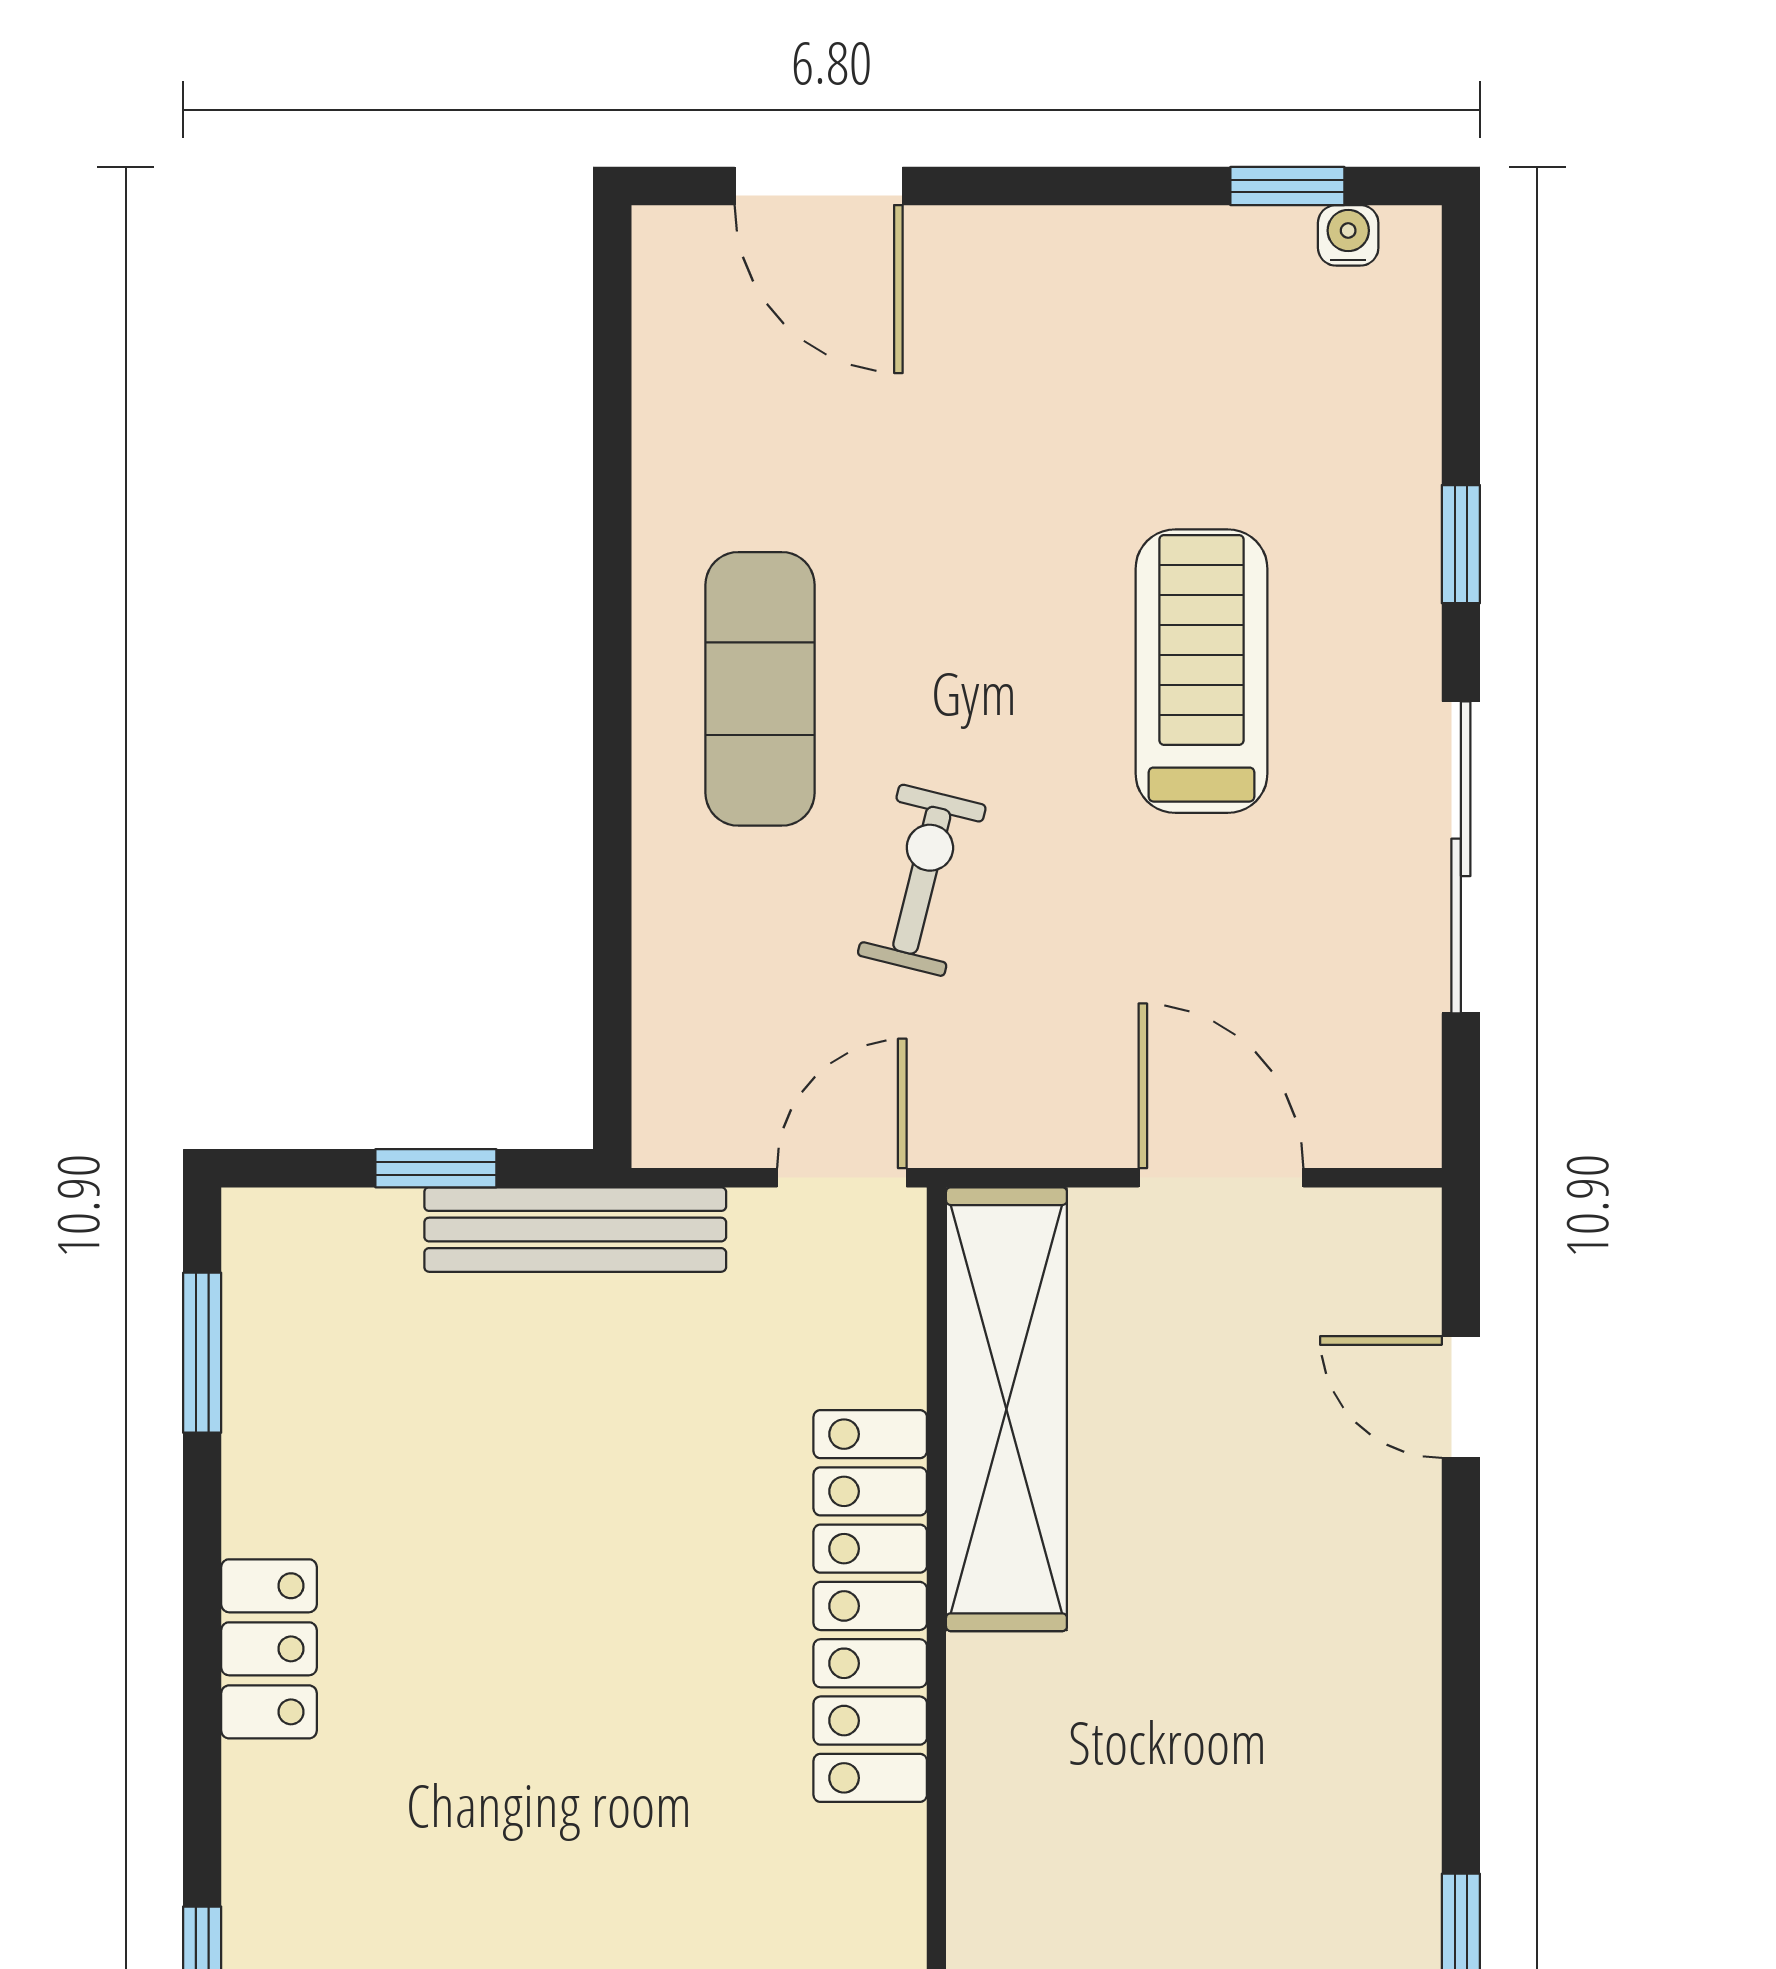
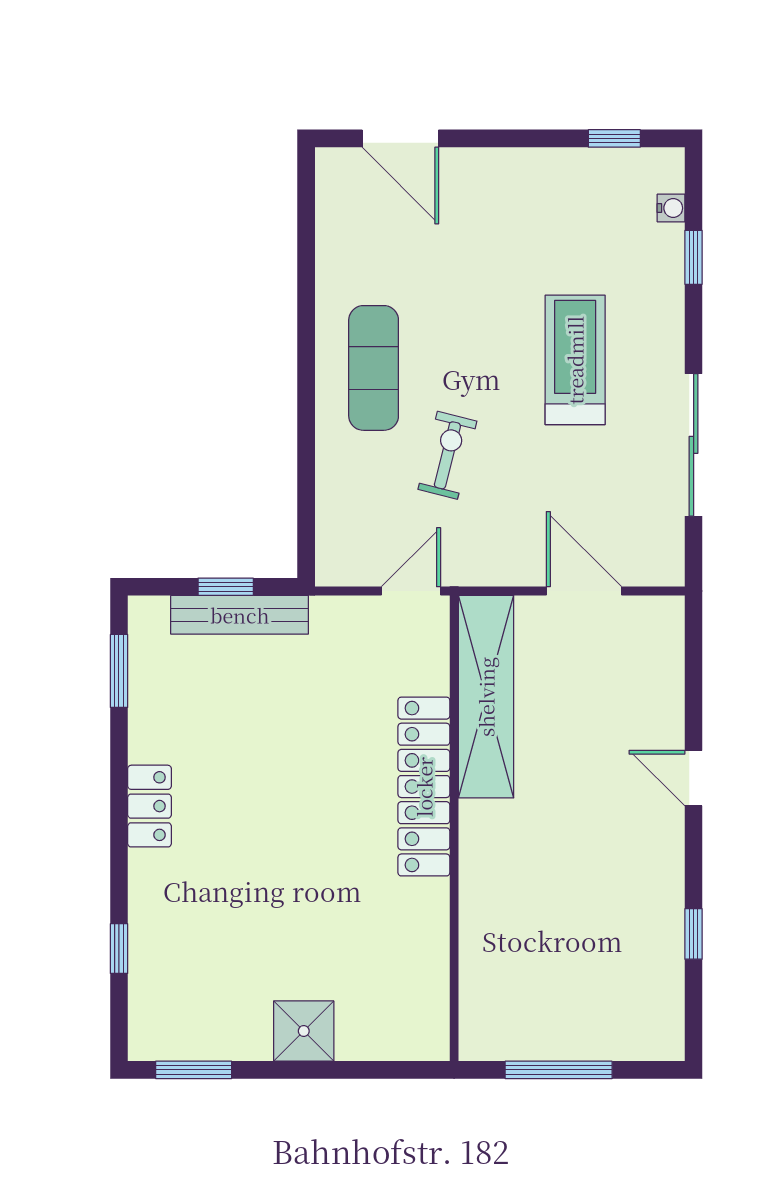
water cooler: (1348, 235) -> (671, 208), moved, turned 90
window: (1461, 544) -> (694, 257), moved
bench: (575, 1230) -> (240, 615), moved
door: (1461, 1397) -> (694, 778), moved

